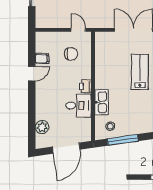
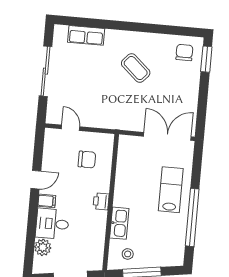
door: (78, 30) -> (71, 128), moved
filing cabinet: (42, 59) -> (47, 201), moved
desk: (79, 106) -> (52, 224), moved, turned 180

